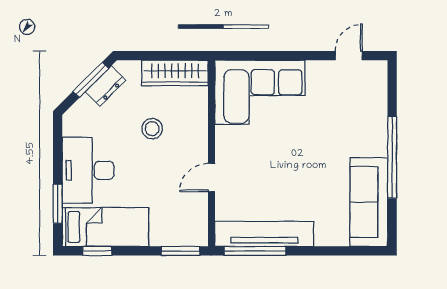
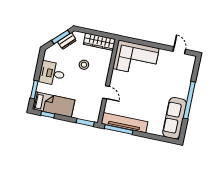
door: (349, 56) -> (179, 50), hinge flipped
desk: (88, 170) -> (52, 73), width x0.73
door: (211, 178) -> (106, 92), swing flipped

